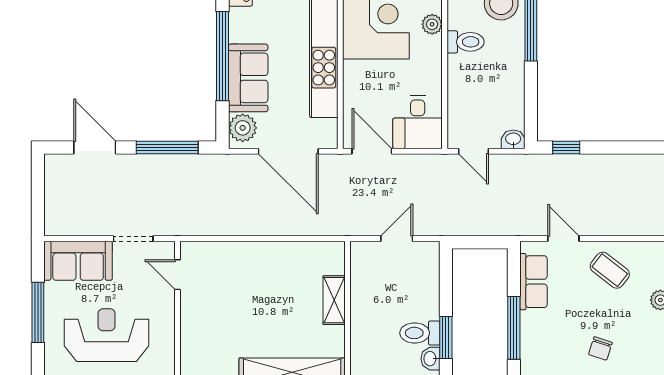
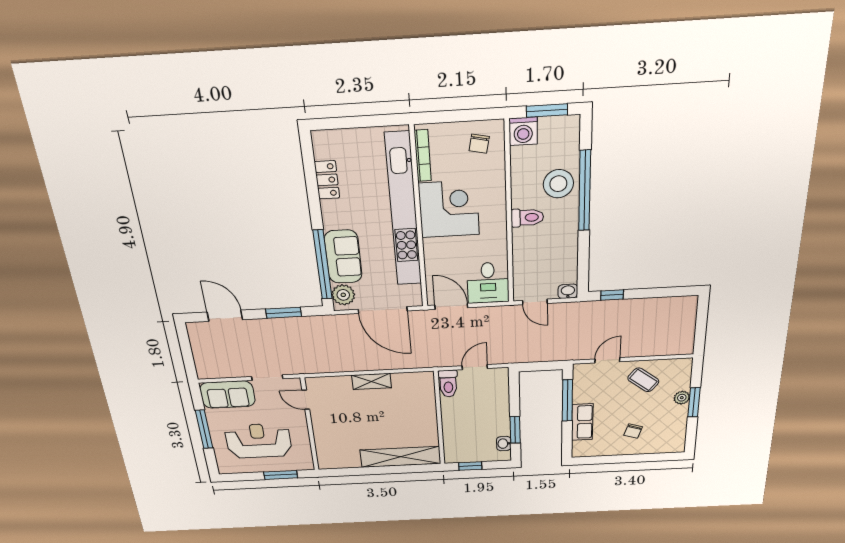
plant: (432, 24) -> (498, 205), removed
window: (222, 56) -> (323, 265), moved
window: (167, 148) -> (284, 313), width x0.69
door: (563, 239) -> (607, 360), hinge flipped
row of seats: (533, 282) -> (582, 422), moved
shelving: (334, 300) -> (372, 381), moved, turned 90
window: (514, 328) -> (567, 401), moved
toilet: (420, 333) -> (448, 384), moved, turned -90

